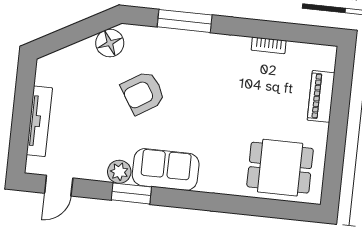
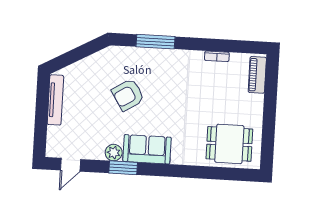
floor lamp: (110, 43) -> (102, 60), removed
piano: (321, 96) -> (257, 75), moved
tv unit: (39, 121) -> (55, 100), moved

